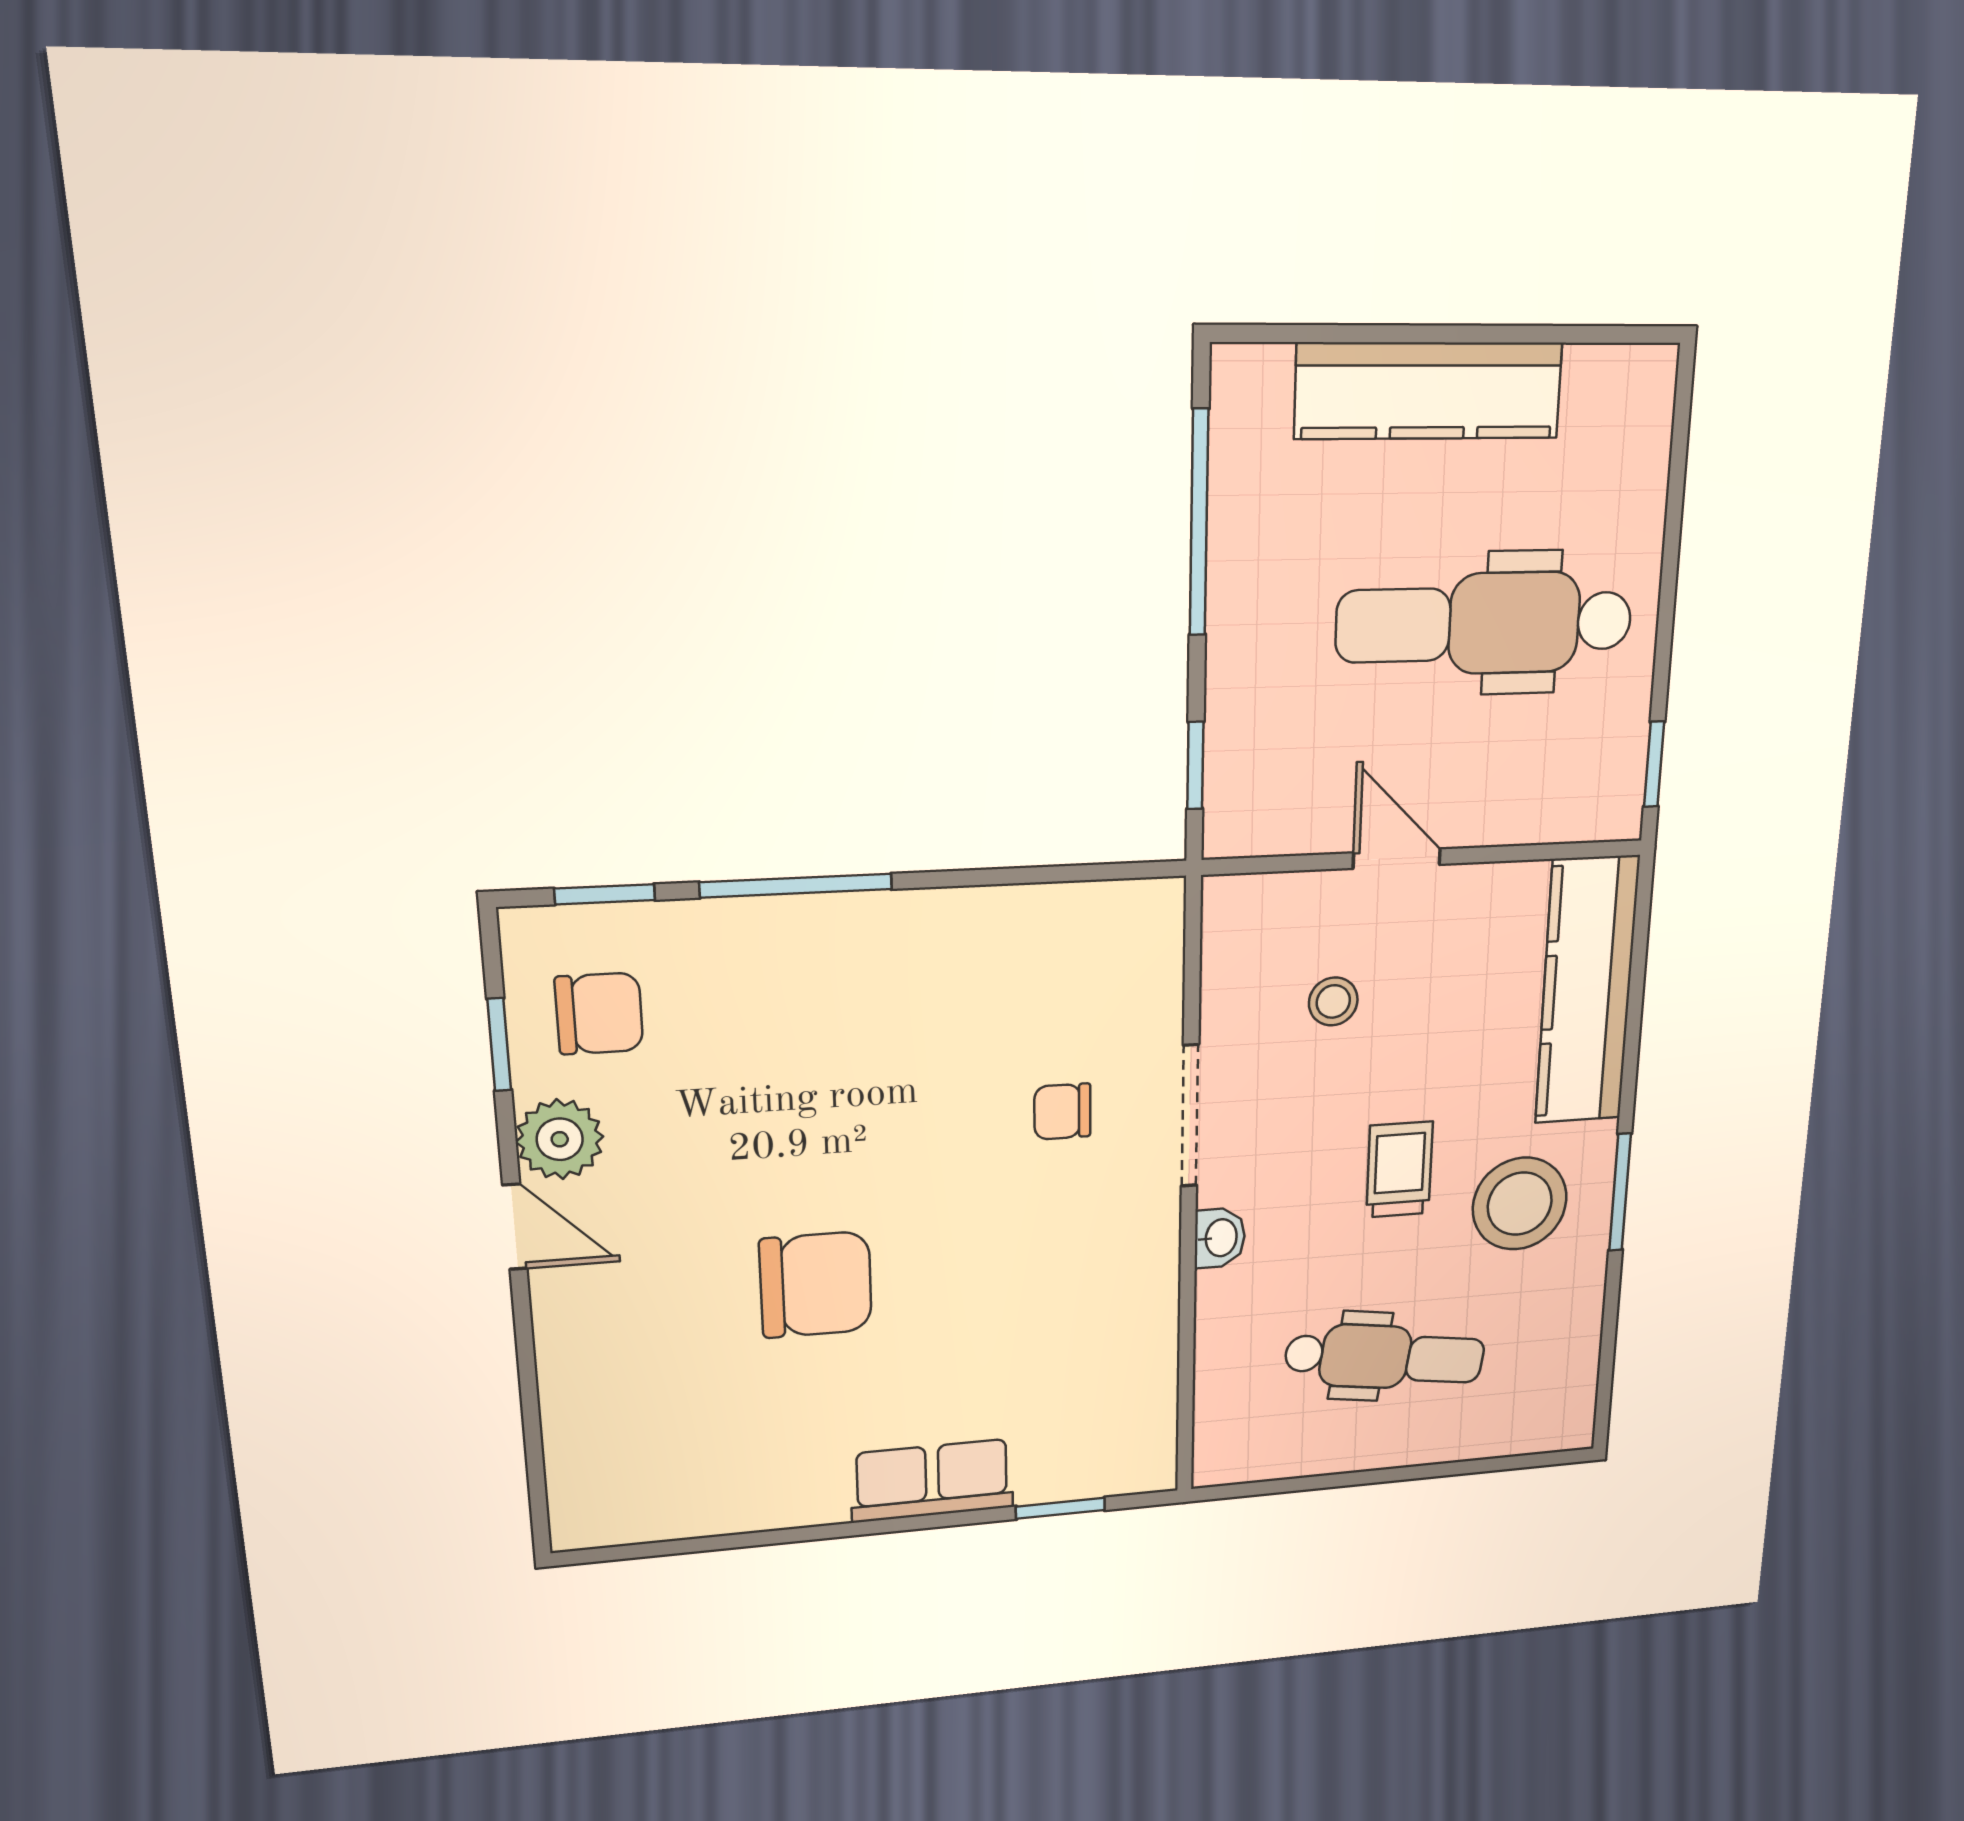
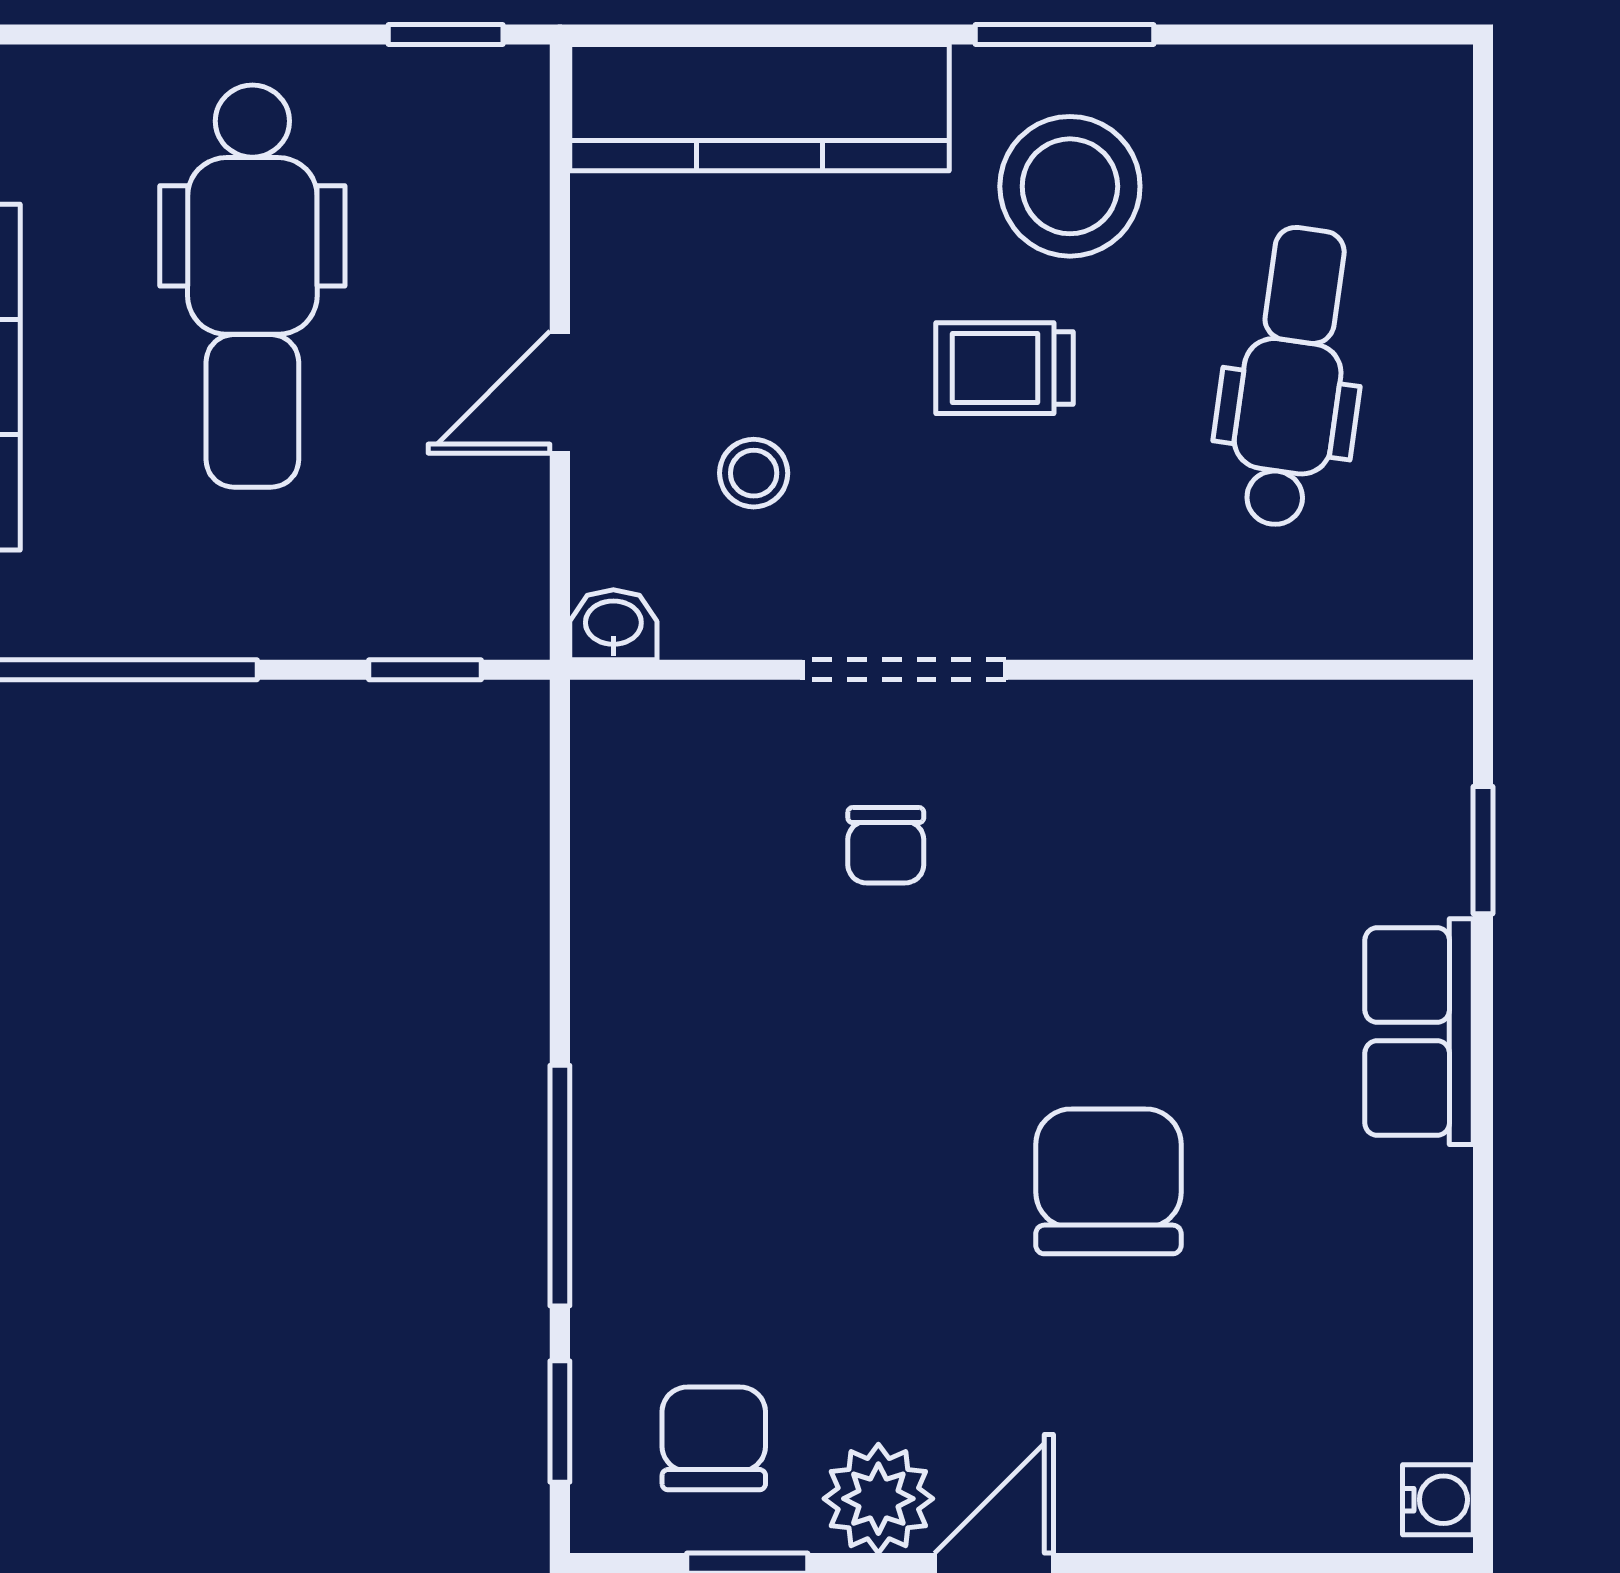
washbasin: (1220, 1238) -> (613, 625), moved
water cooler: (589, 1526) -> (1438, 1500), added

